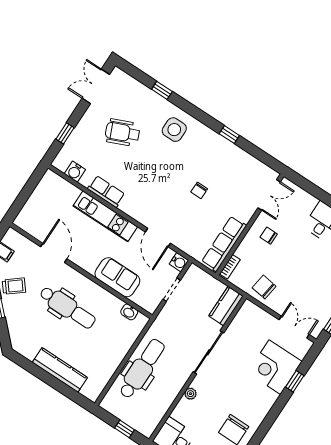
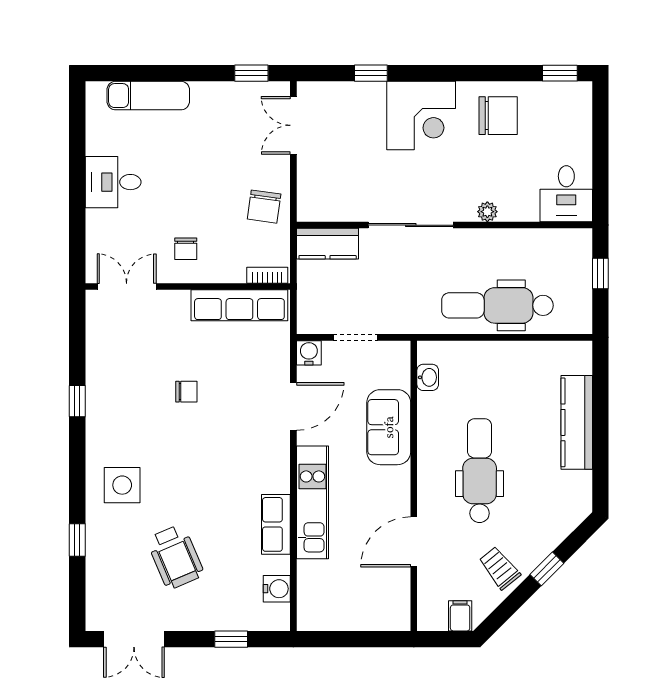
corner desk: (275, 367) -> (421, 115), moved

